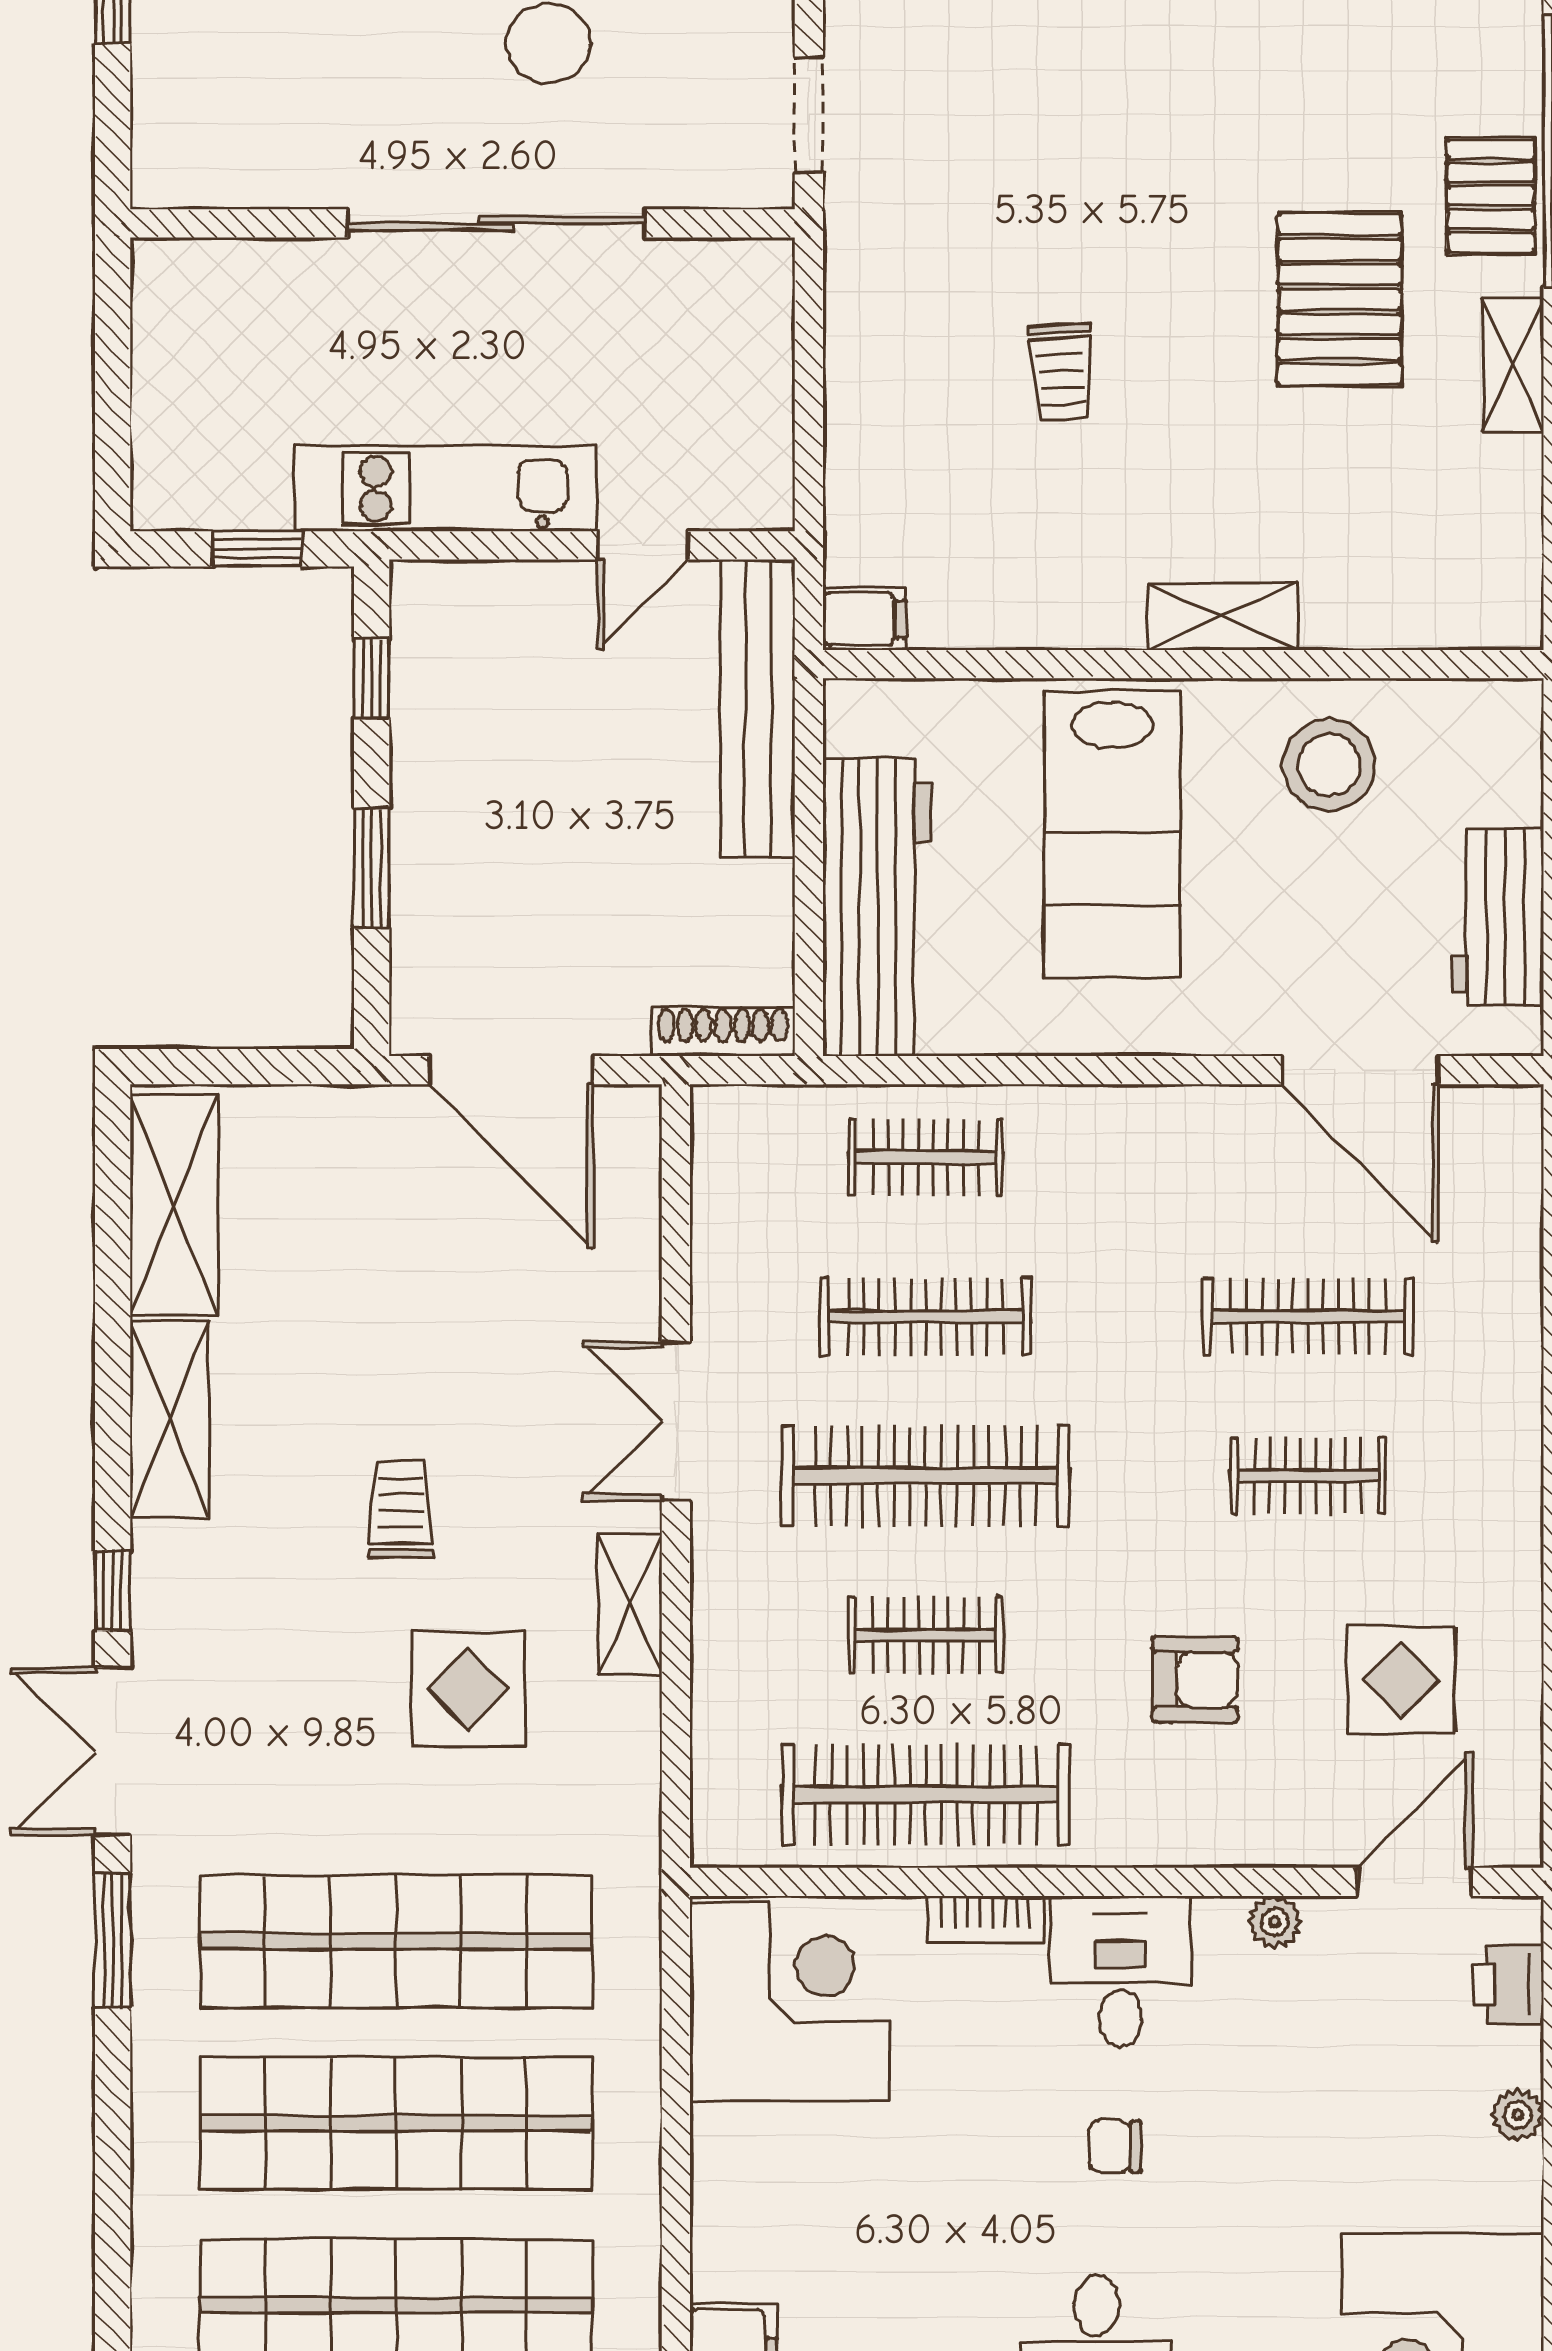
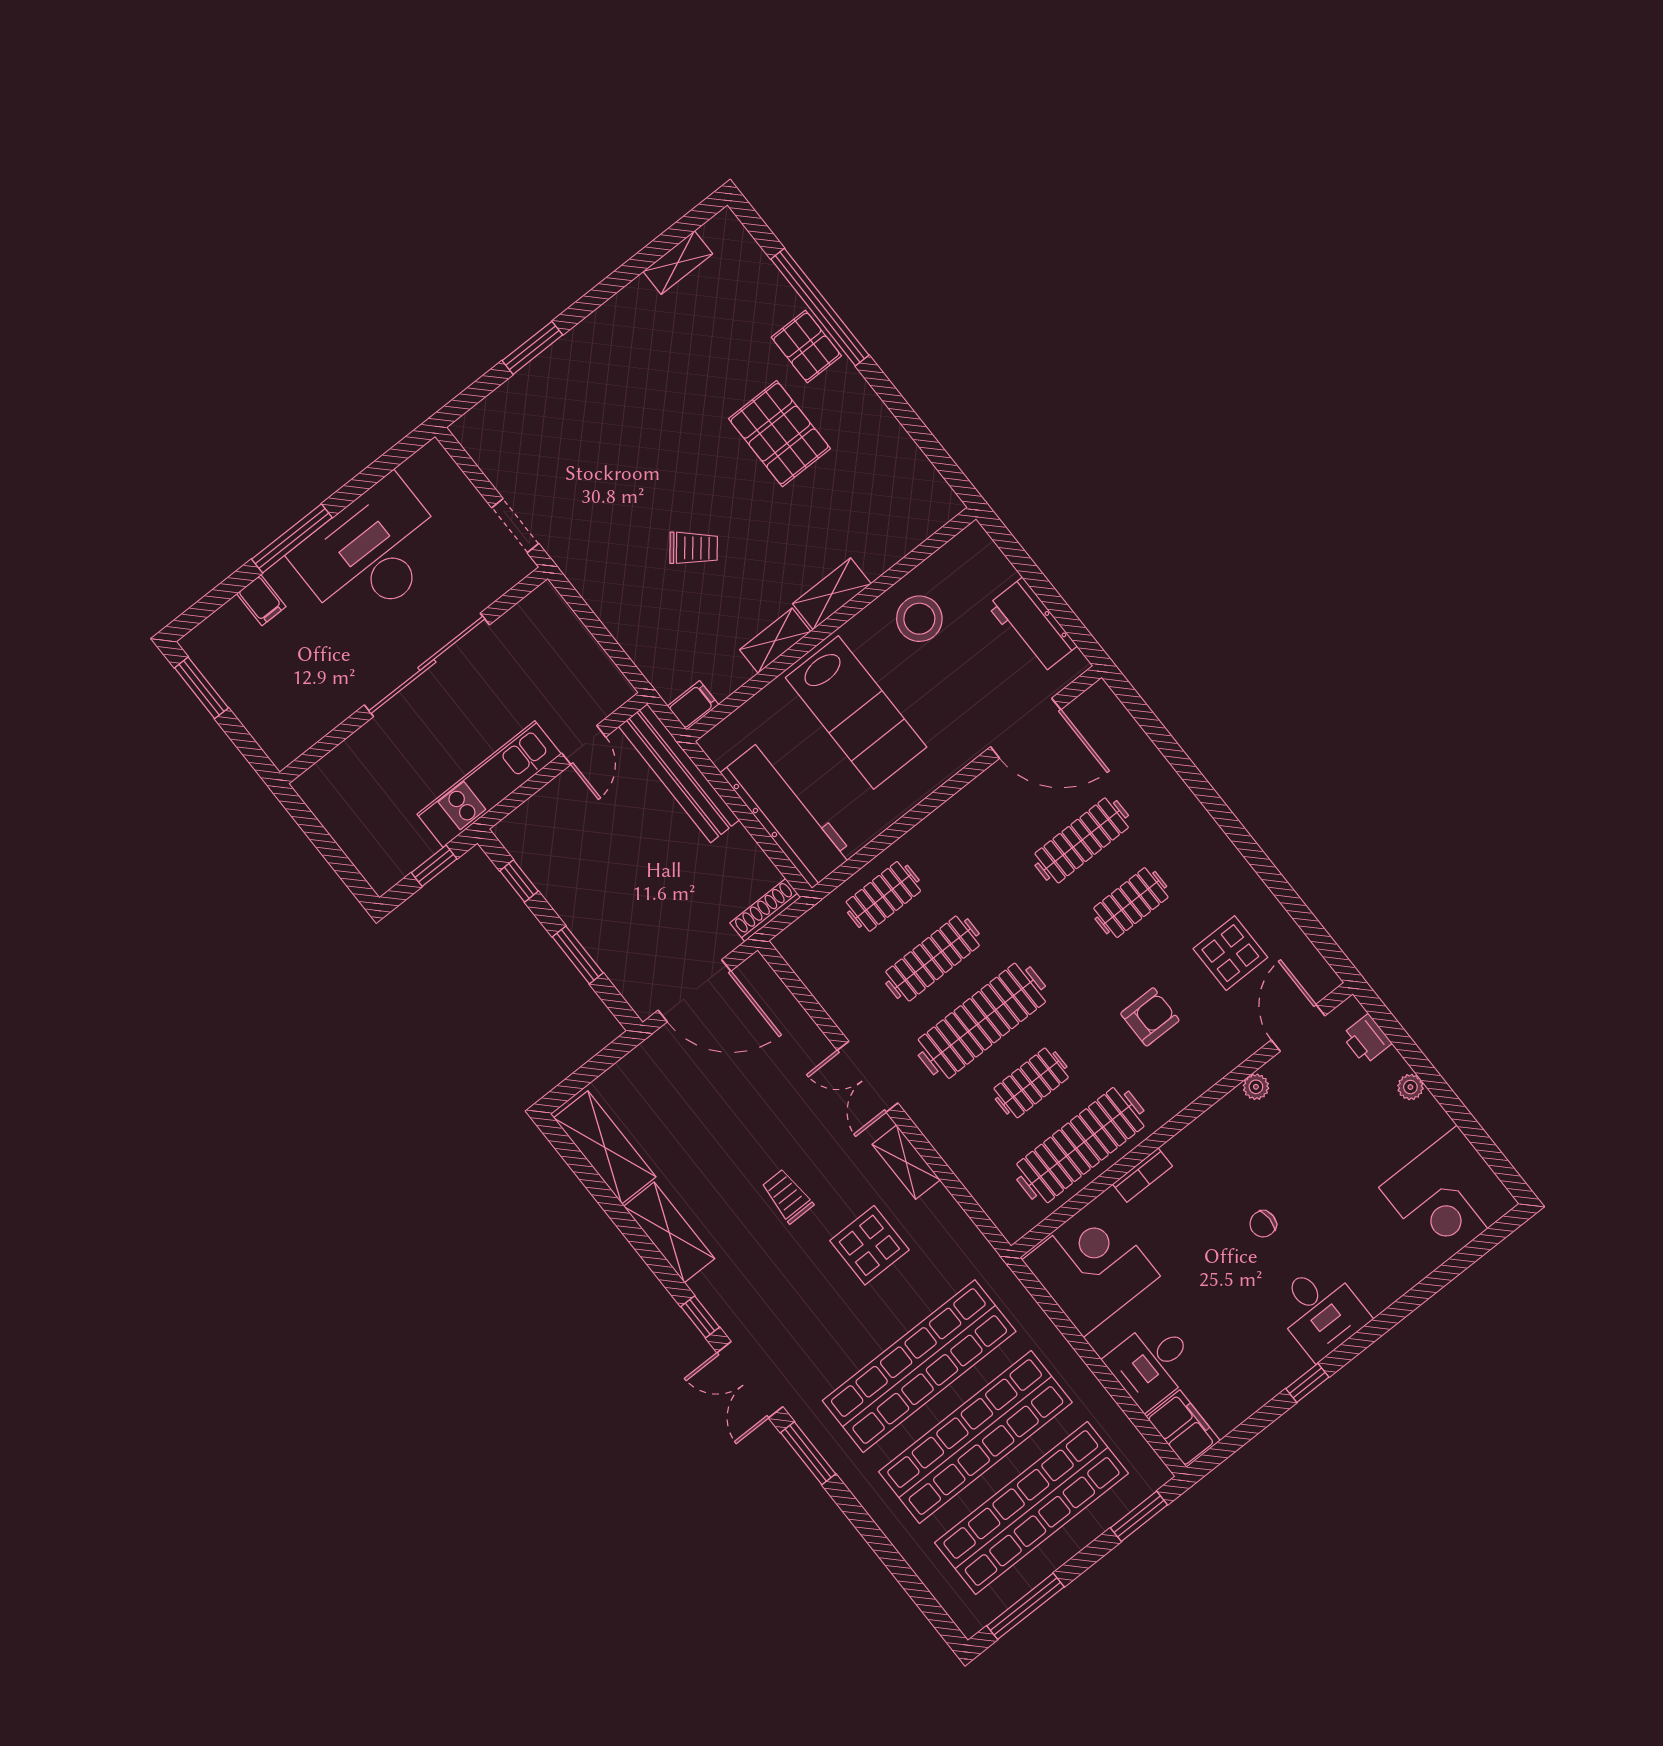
shelving: (1513, 365) -> (775, 641), moved, turned 90
trolley: (1062, 372) -> (694, 548), turned -47
desk: (1120, 1972) -> (1152, 1364), moved, turned -90

